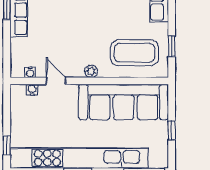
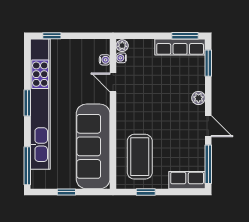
plant: (91, 71) -> (122, 46), moved
door: (56, 81) -> (113, 82), swing flipped

